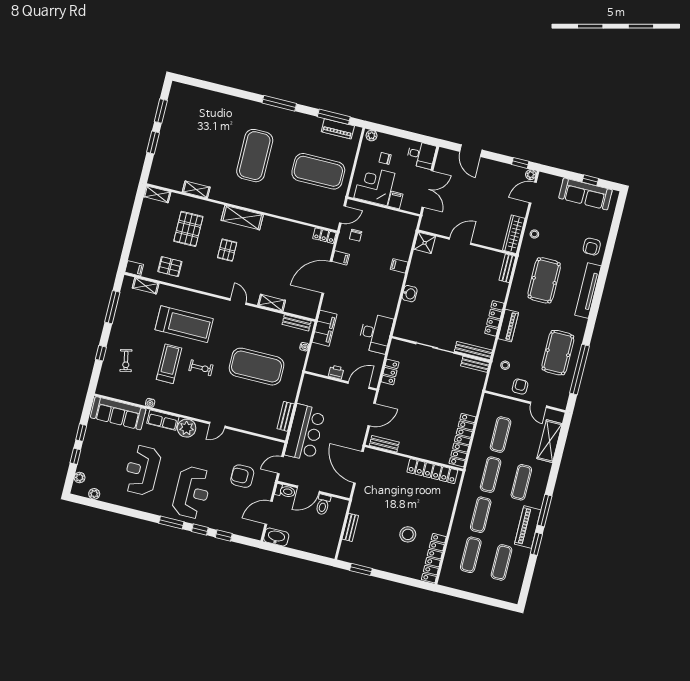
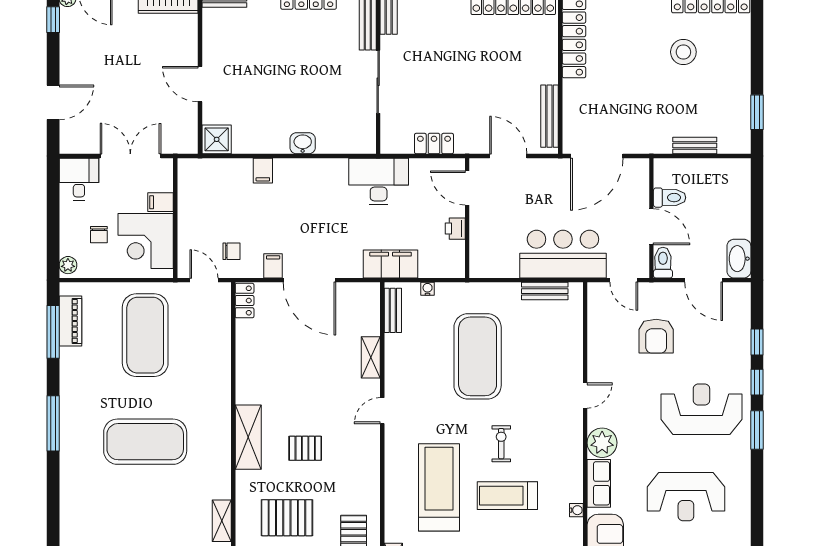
door: (217, 425) -> (585, 396), hinge flipped
bench: (384, 444) -> (550, 116), width x1.36

